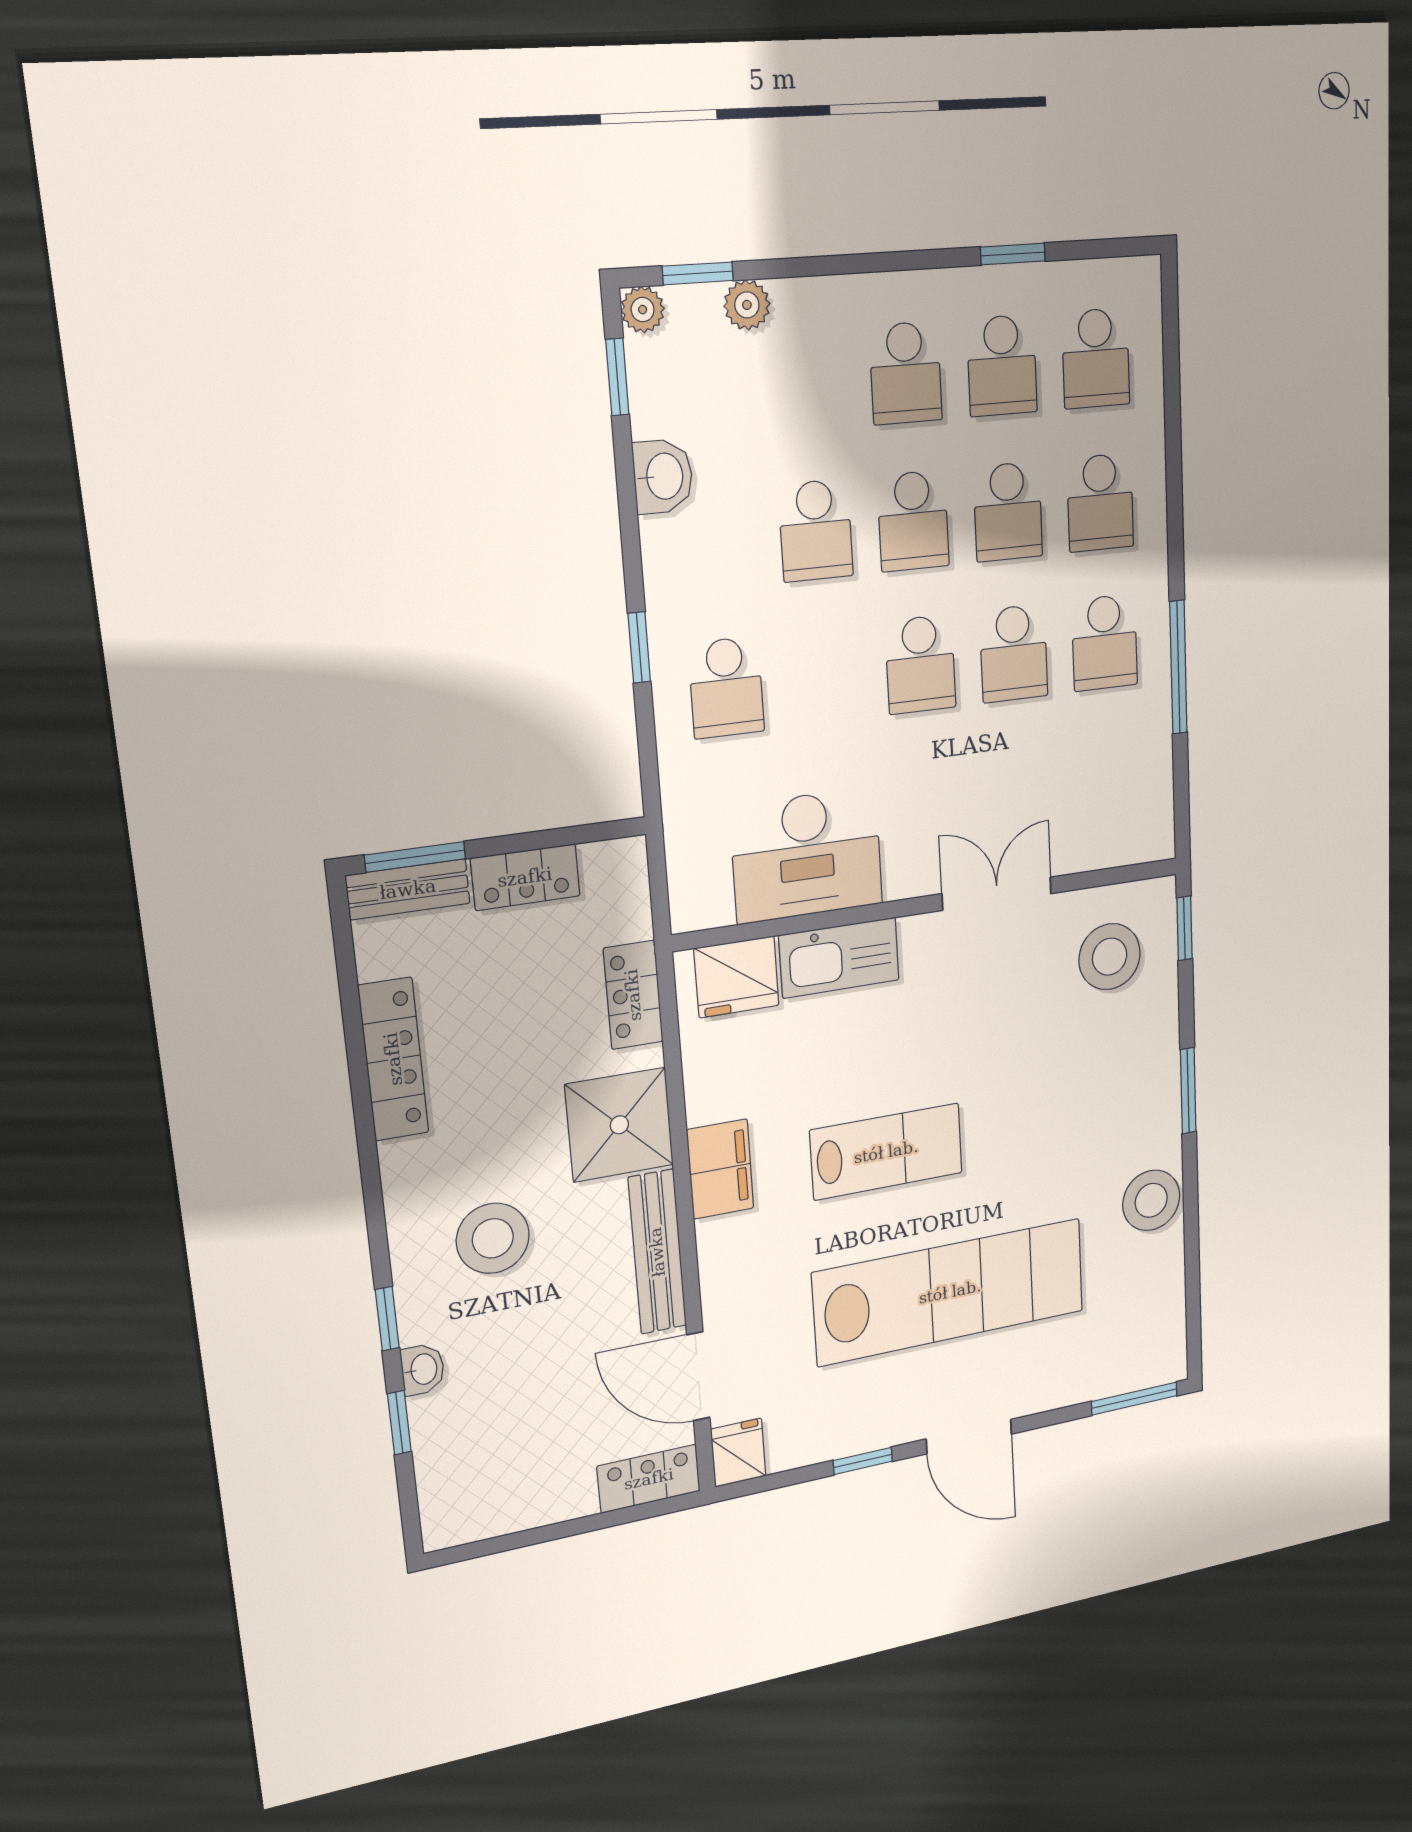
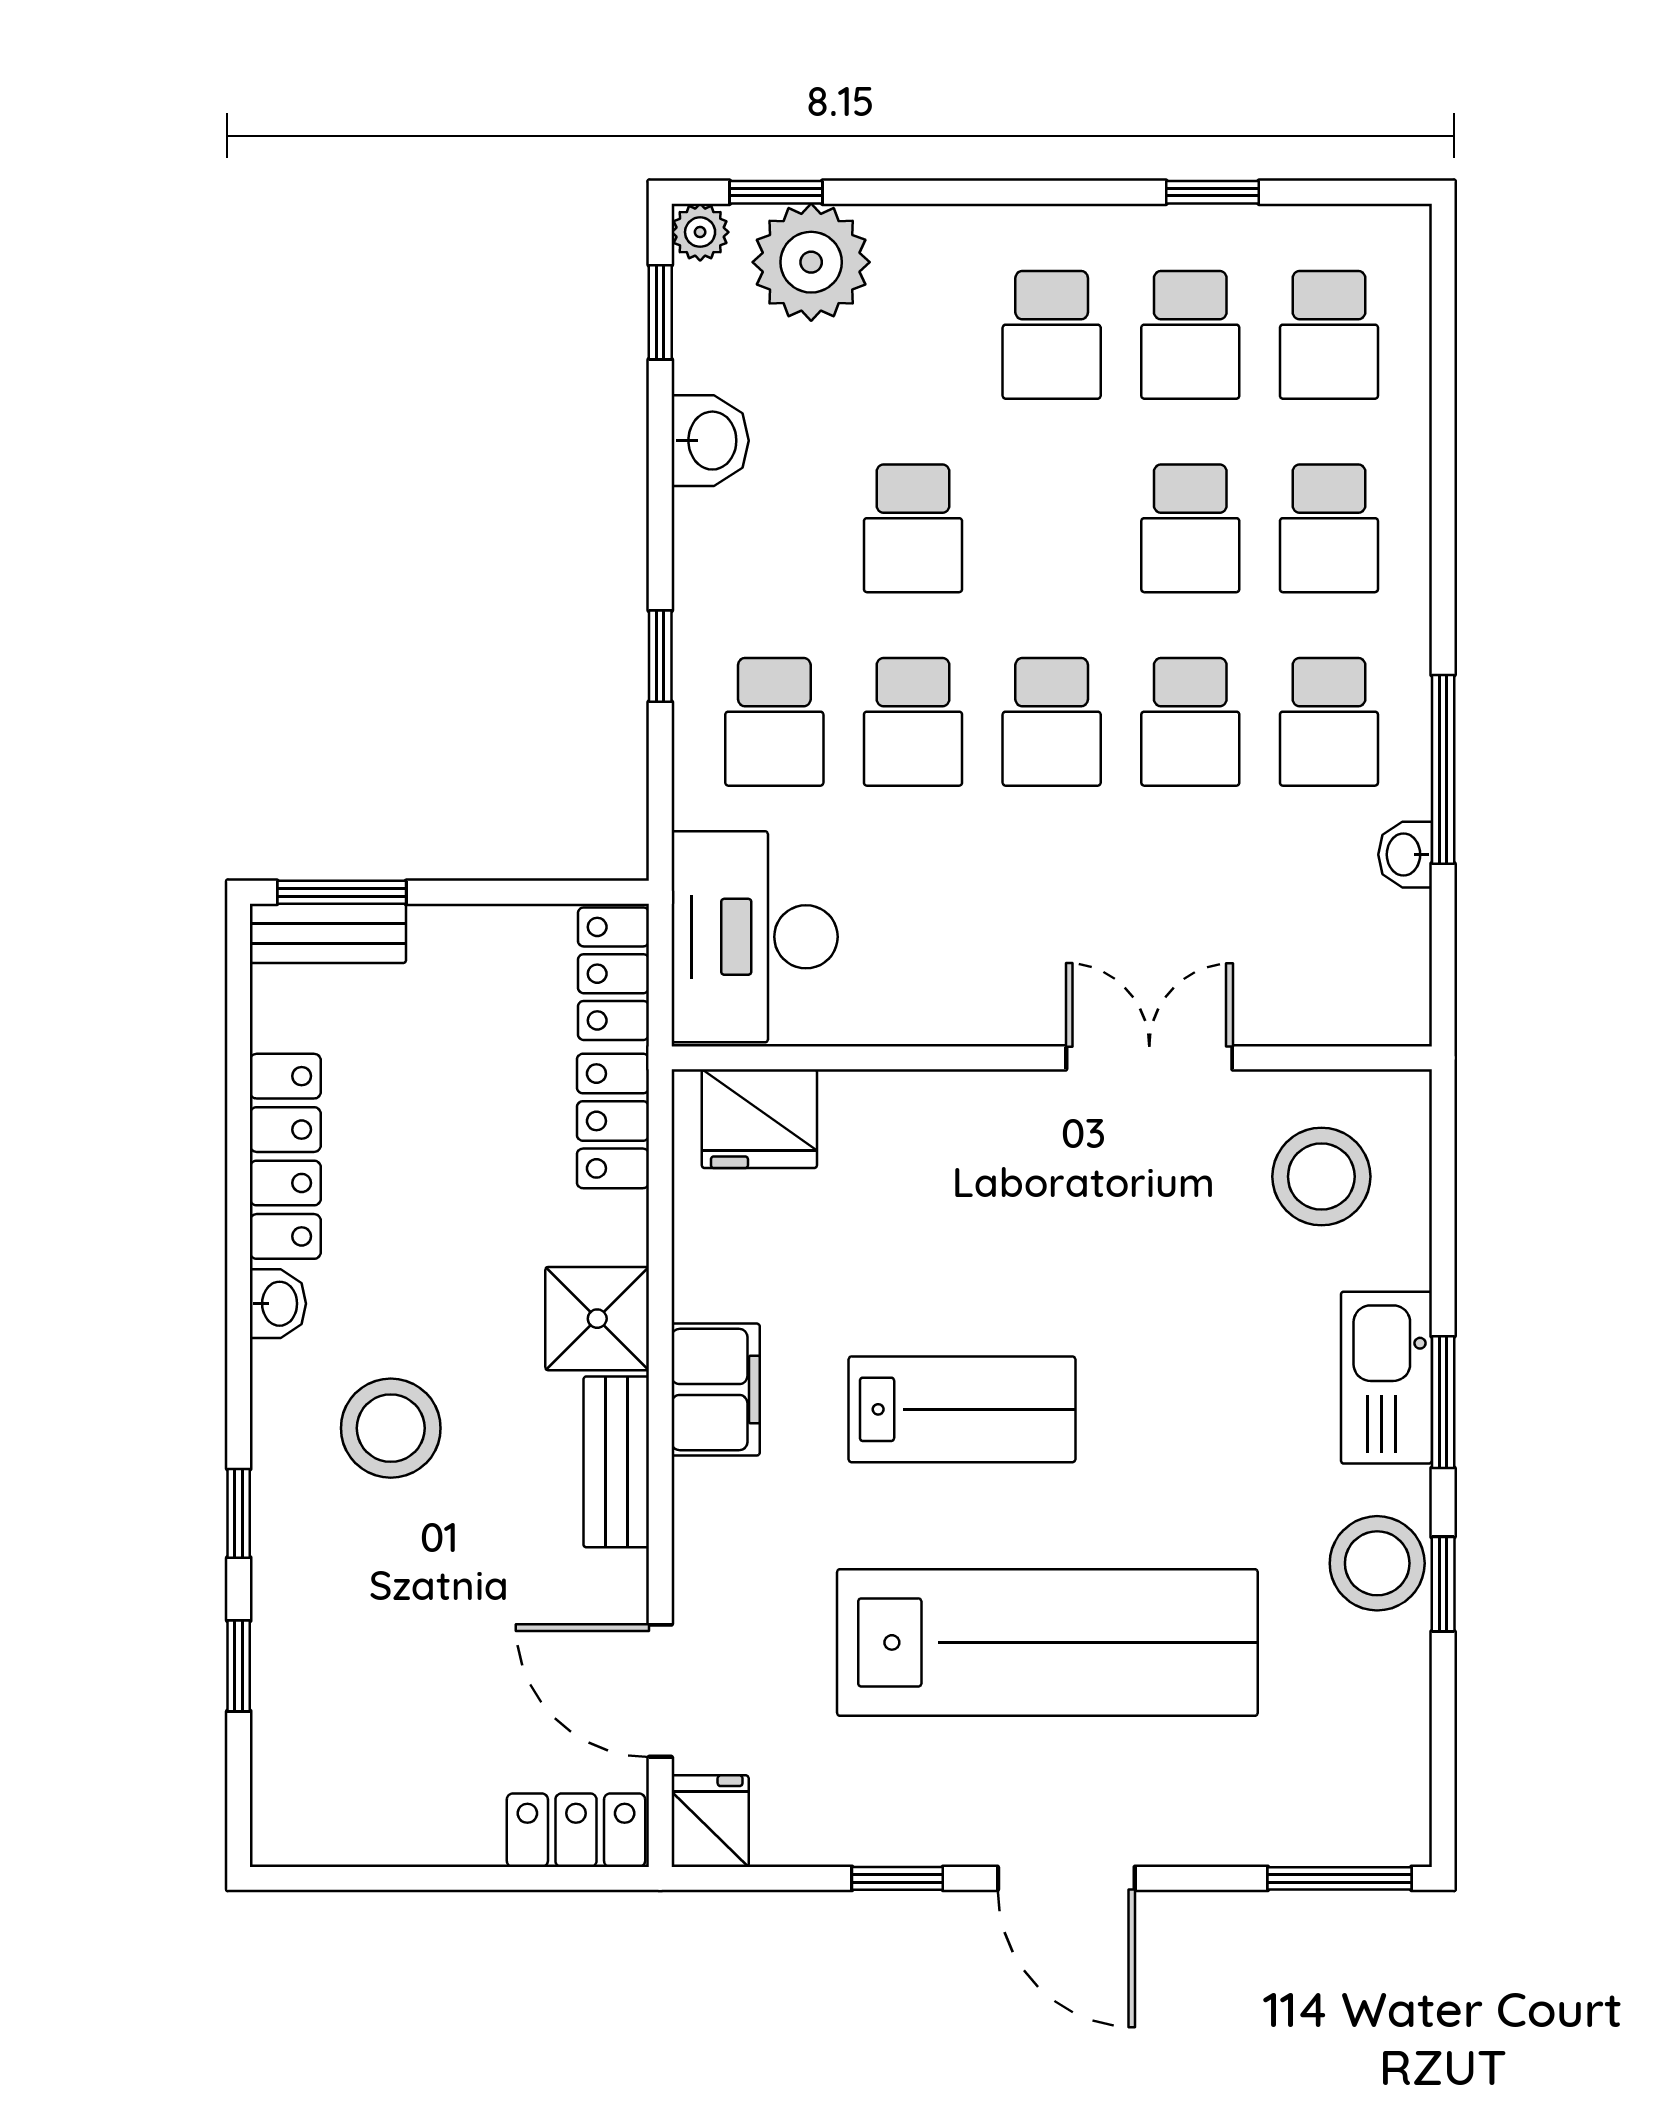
plant: (747, 305) -> (811, 262), width x1.88, depth x1.88
school desk: (913, 521) -> (913, 722), moved
washbasin: (1156, 730) -> (1405, 855), added
desk: (807, 855) -> (755, 937), moved, turned 90
locker: (525, 877) -> (613, 974), moved, turned 90
window: (1184, 928) -> (1443, 1584), moved
kitchen sink: (839, 958) -> (1386, 1378), moved, turned 90
shower: (619, 1125) -> (597, 1319), width x0.73, depth x0.73
bench: (657, 1252) -> (616, 1462), width x0.73
washbasin: (423, 1369) -> (278, 1304), moved

